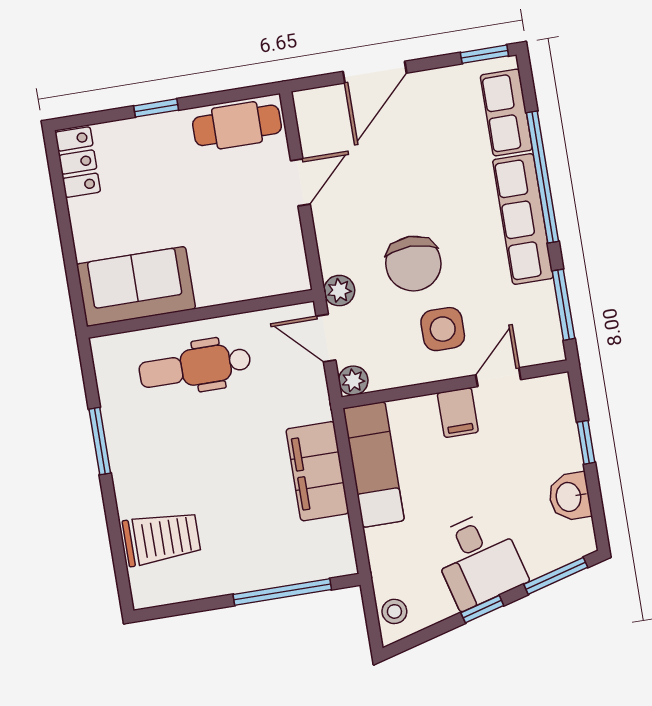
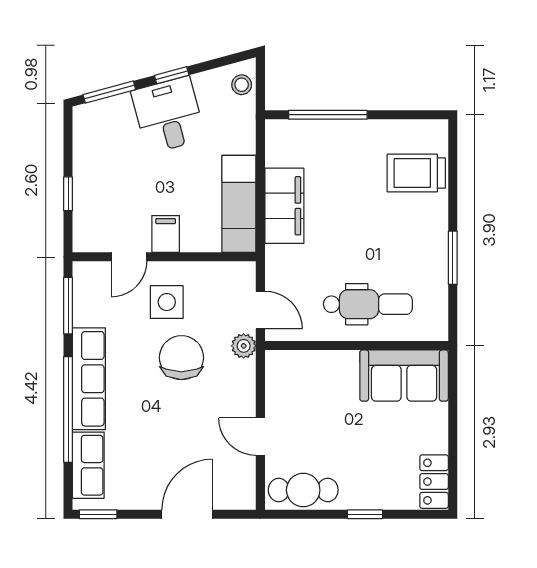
door: (300, 182) -> (260, 437), hinge flipped
plant: (353, 380) -> (244, 273), removed
washbasin: (570, 497) -> (88, 153), removed

